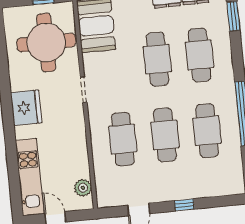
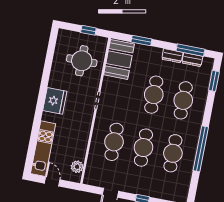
round table: (46, 43) -> (82, 61), width x0.73, depth x0.73

